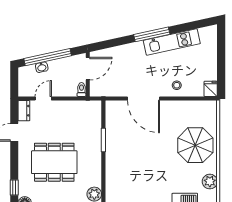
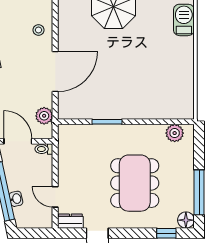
plant: (108, 90) -> (44, 116), added

